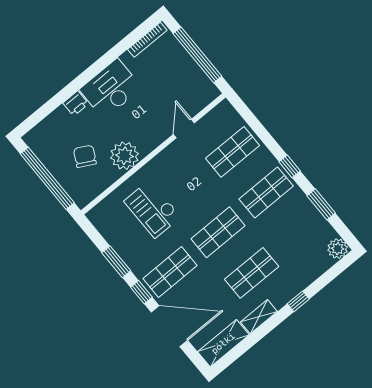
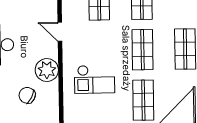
door: (184, 129) -> (60, 32), moved

